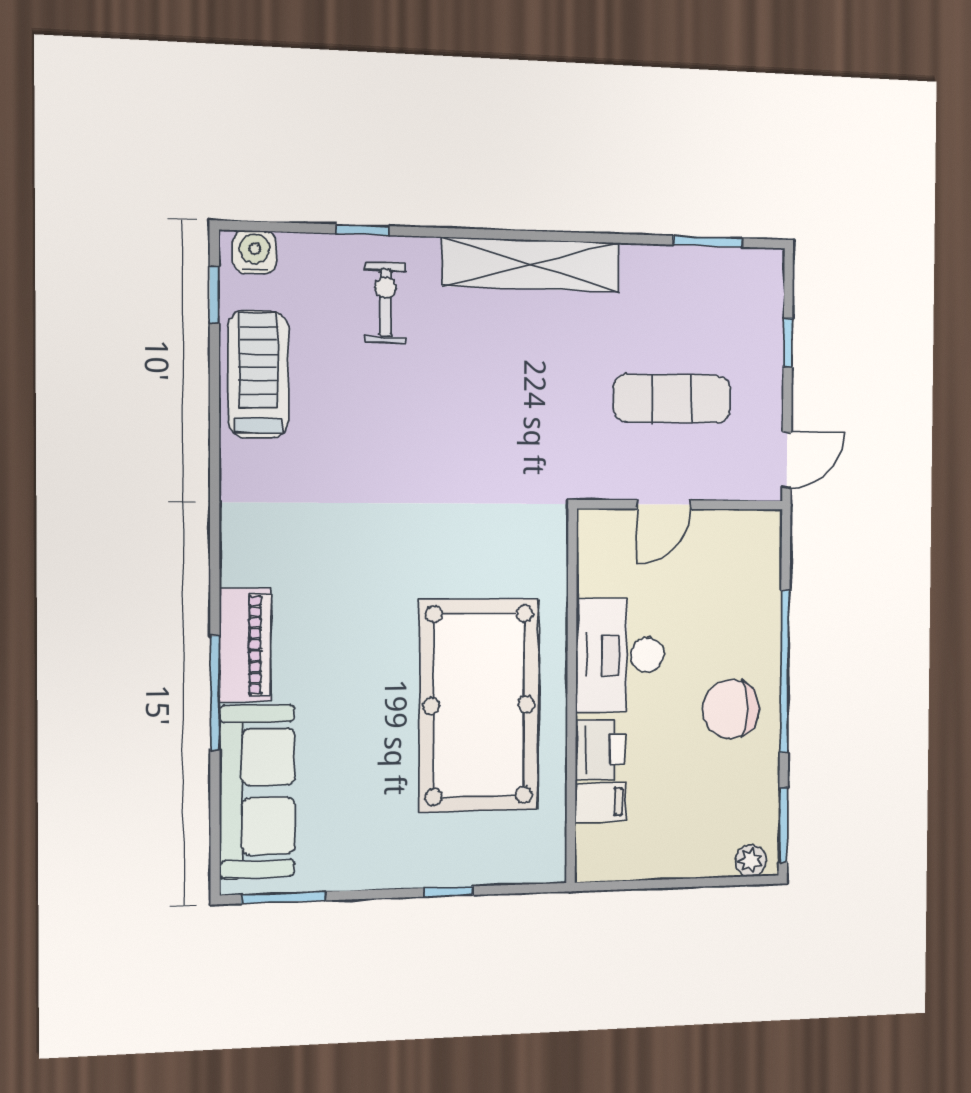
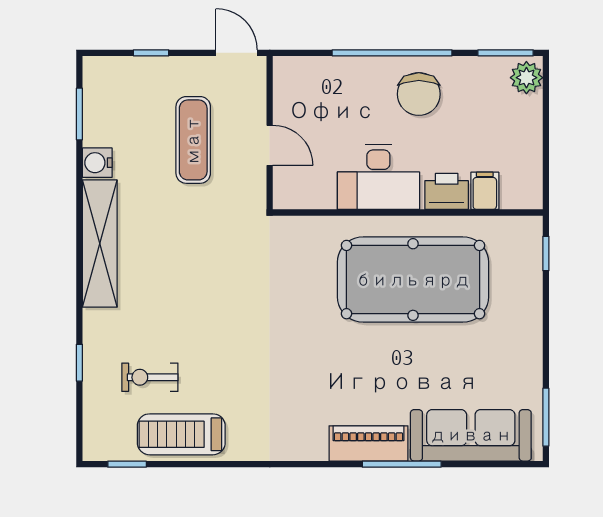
water cooler: (255, 252) -> (97, 163), moved
exercise bike: (386, 303) -> (150, 377), moved
plant: (751, 860) -> (526, 78), width x1.38, depth x1.38
window: (449, 892) -> (546, 254), moved

